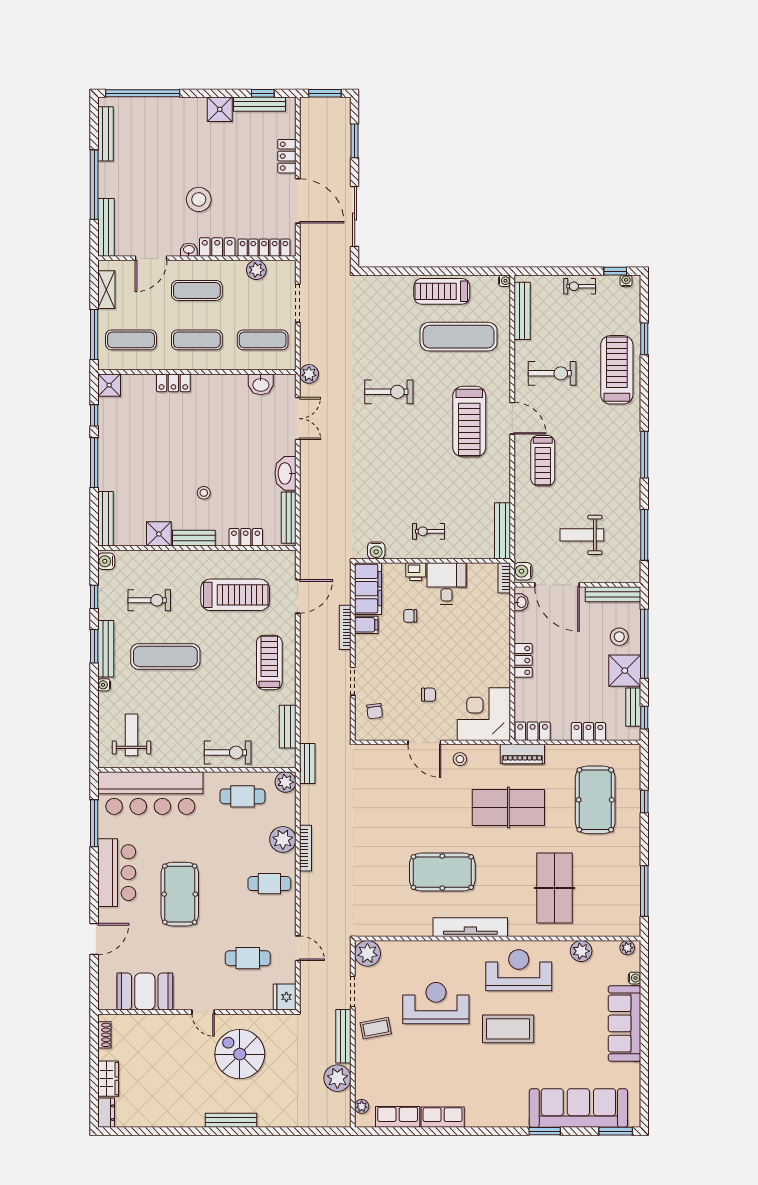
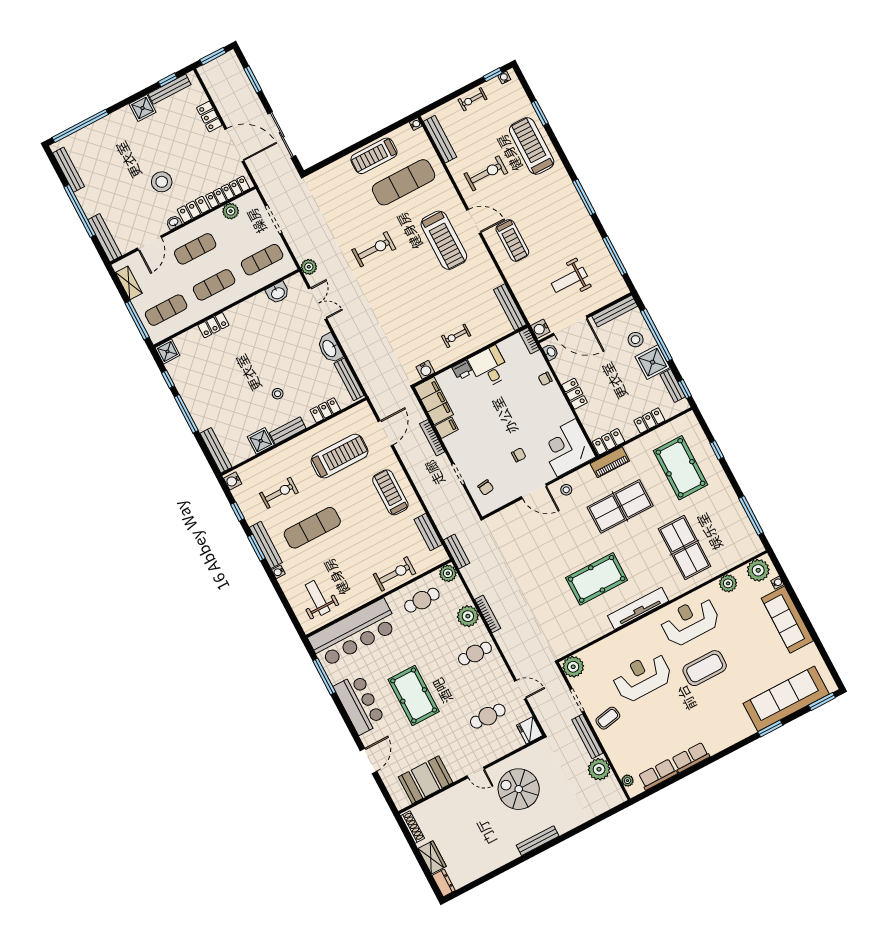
chair: (410, 616) -> (545, 379), moved
plant: (627, 948) -> (758, 570), width x1.88, depth x1.88
shoe rack: (104, 1035) -> (413, 827), width x1.43

